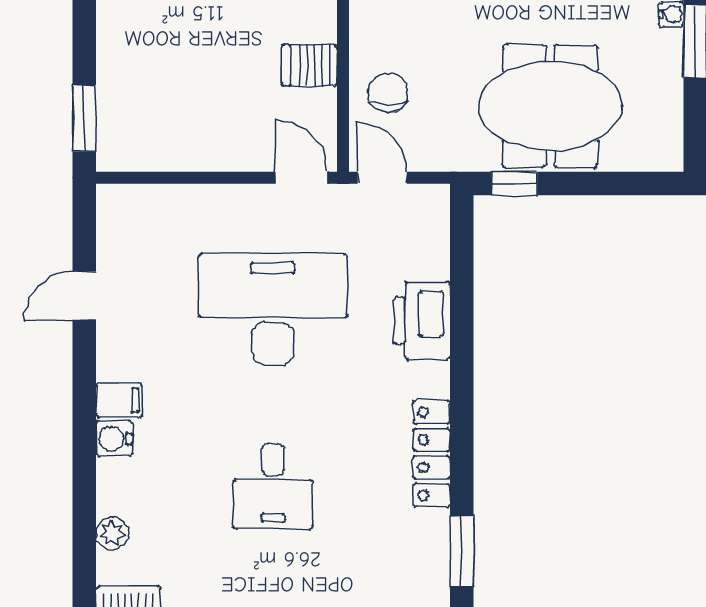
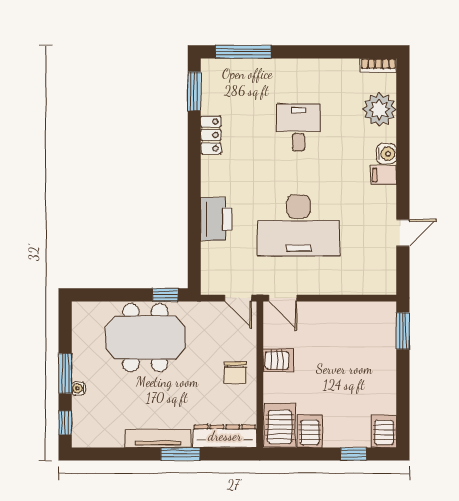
chair: (388, 93) -> (235, 373), moved
locker: (432, 454) -> (211, 135), width x0.66
plant: (112, 533) -> (380, 109), width x1.87, depth x1.87

